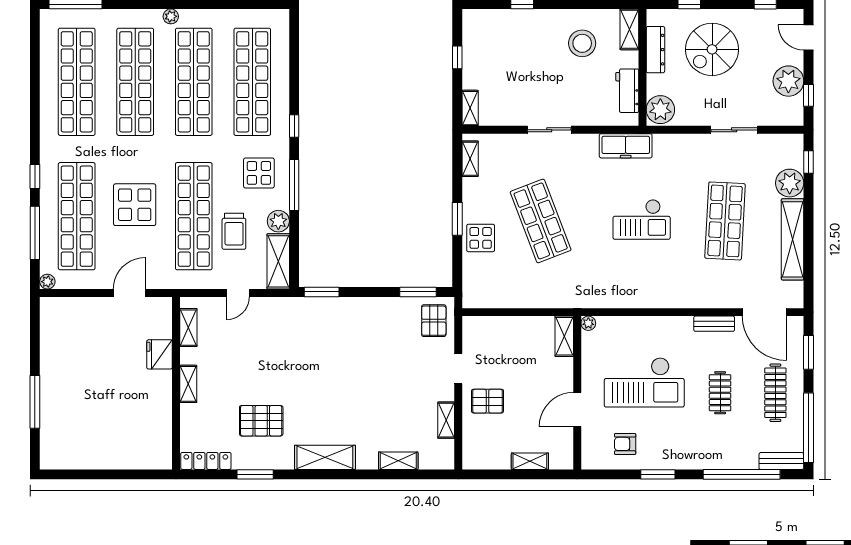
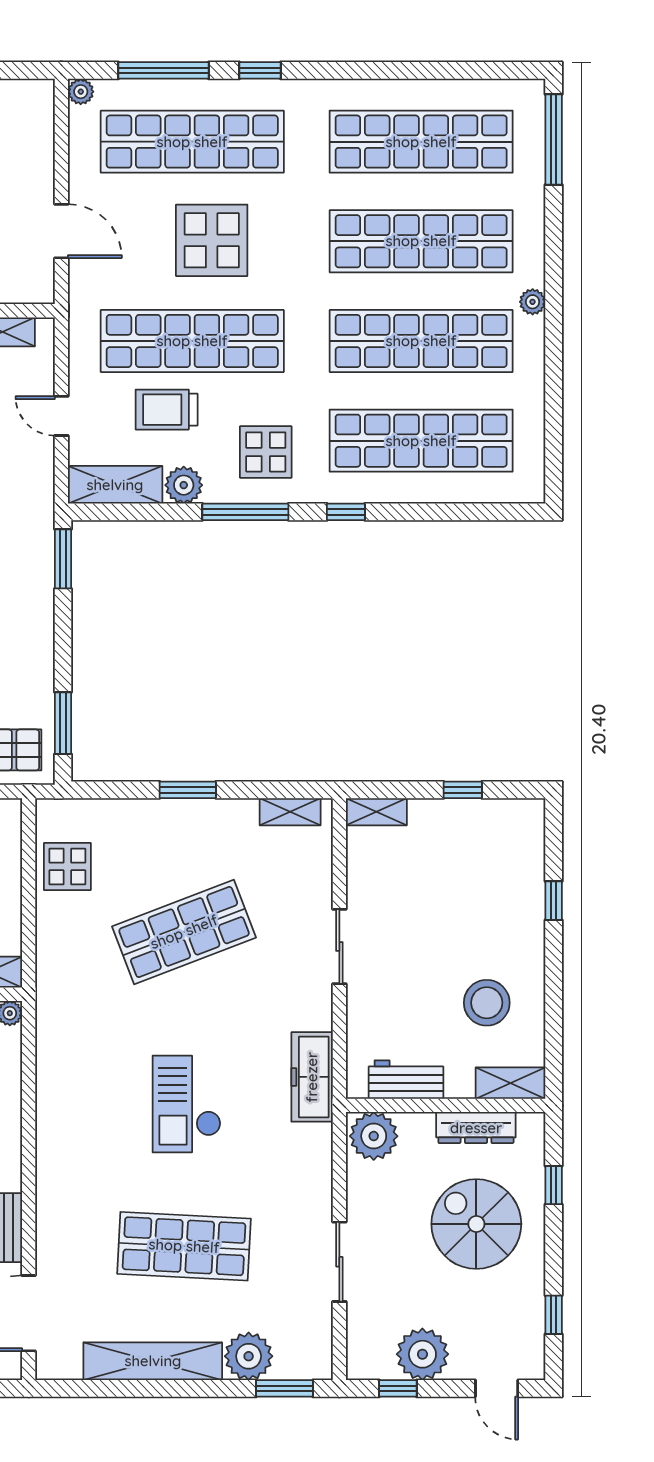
door: (808, 38) -> (497, 1388), swing flipped
window: (808, 162) -> (284, 1388), width x1.50
display table: (481, 238) -> (67, 866), moved

